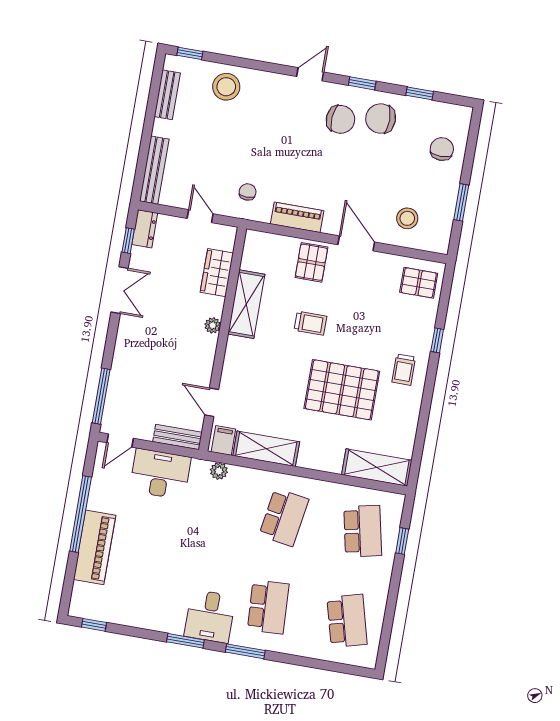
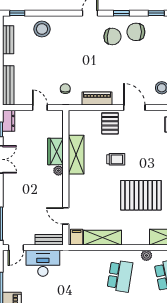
wardrobe: (217, 273) -> (55, 151), moved
plant: (219, 471) -> (146, 255), moved

